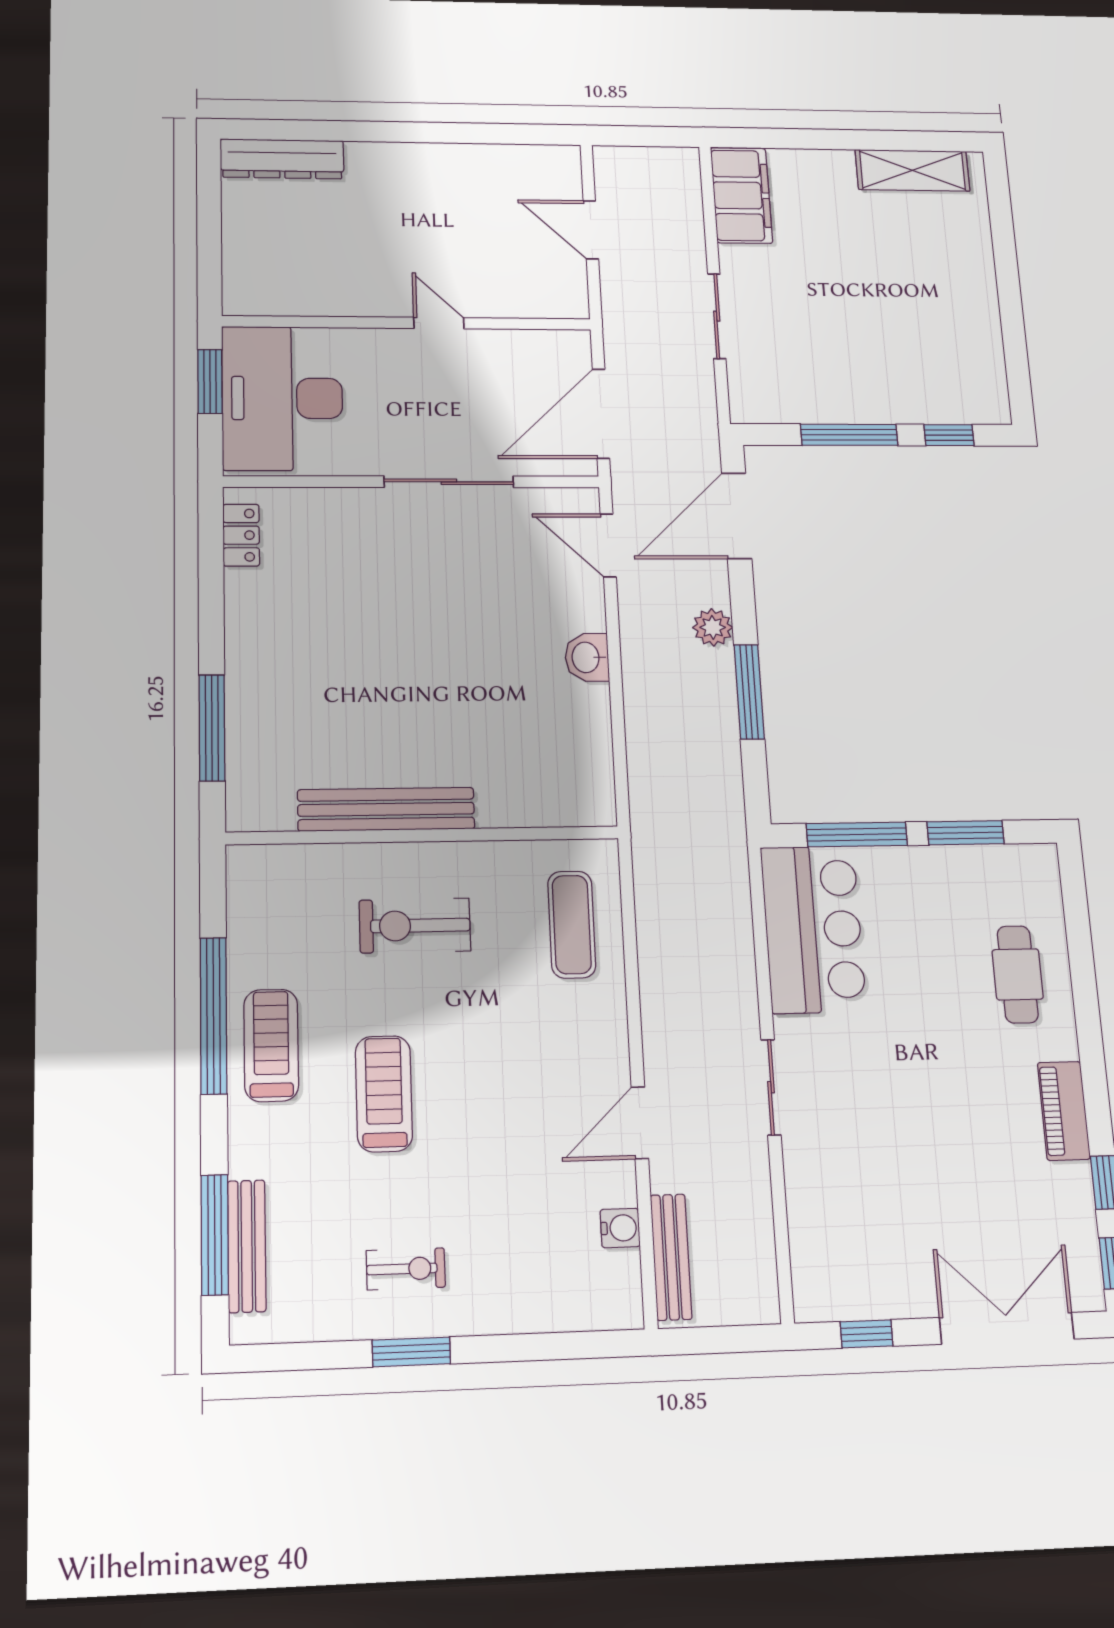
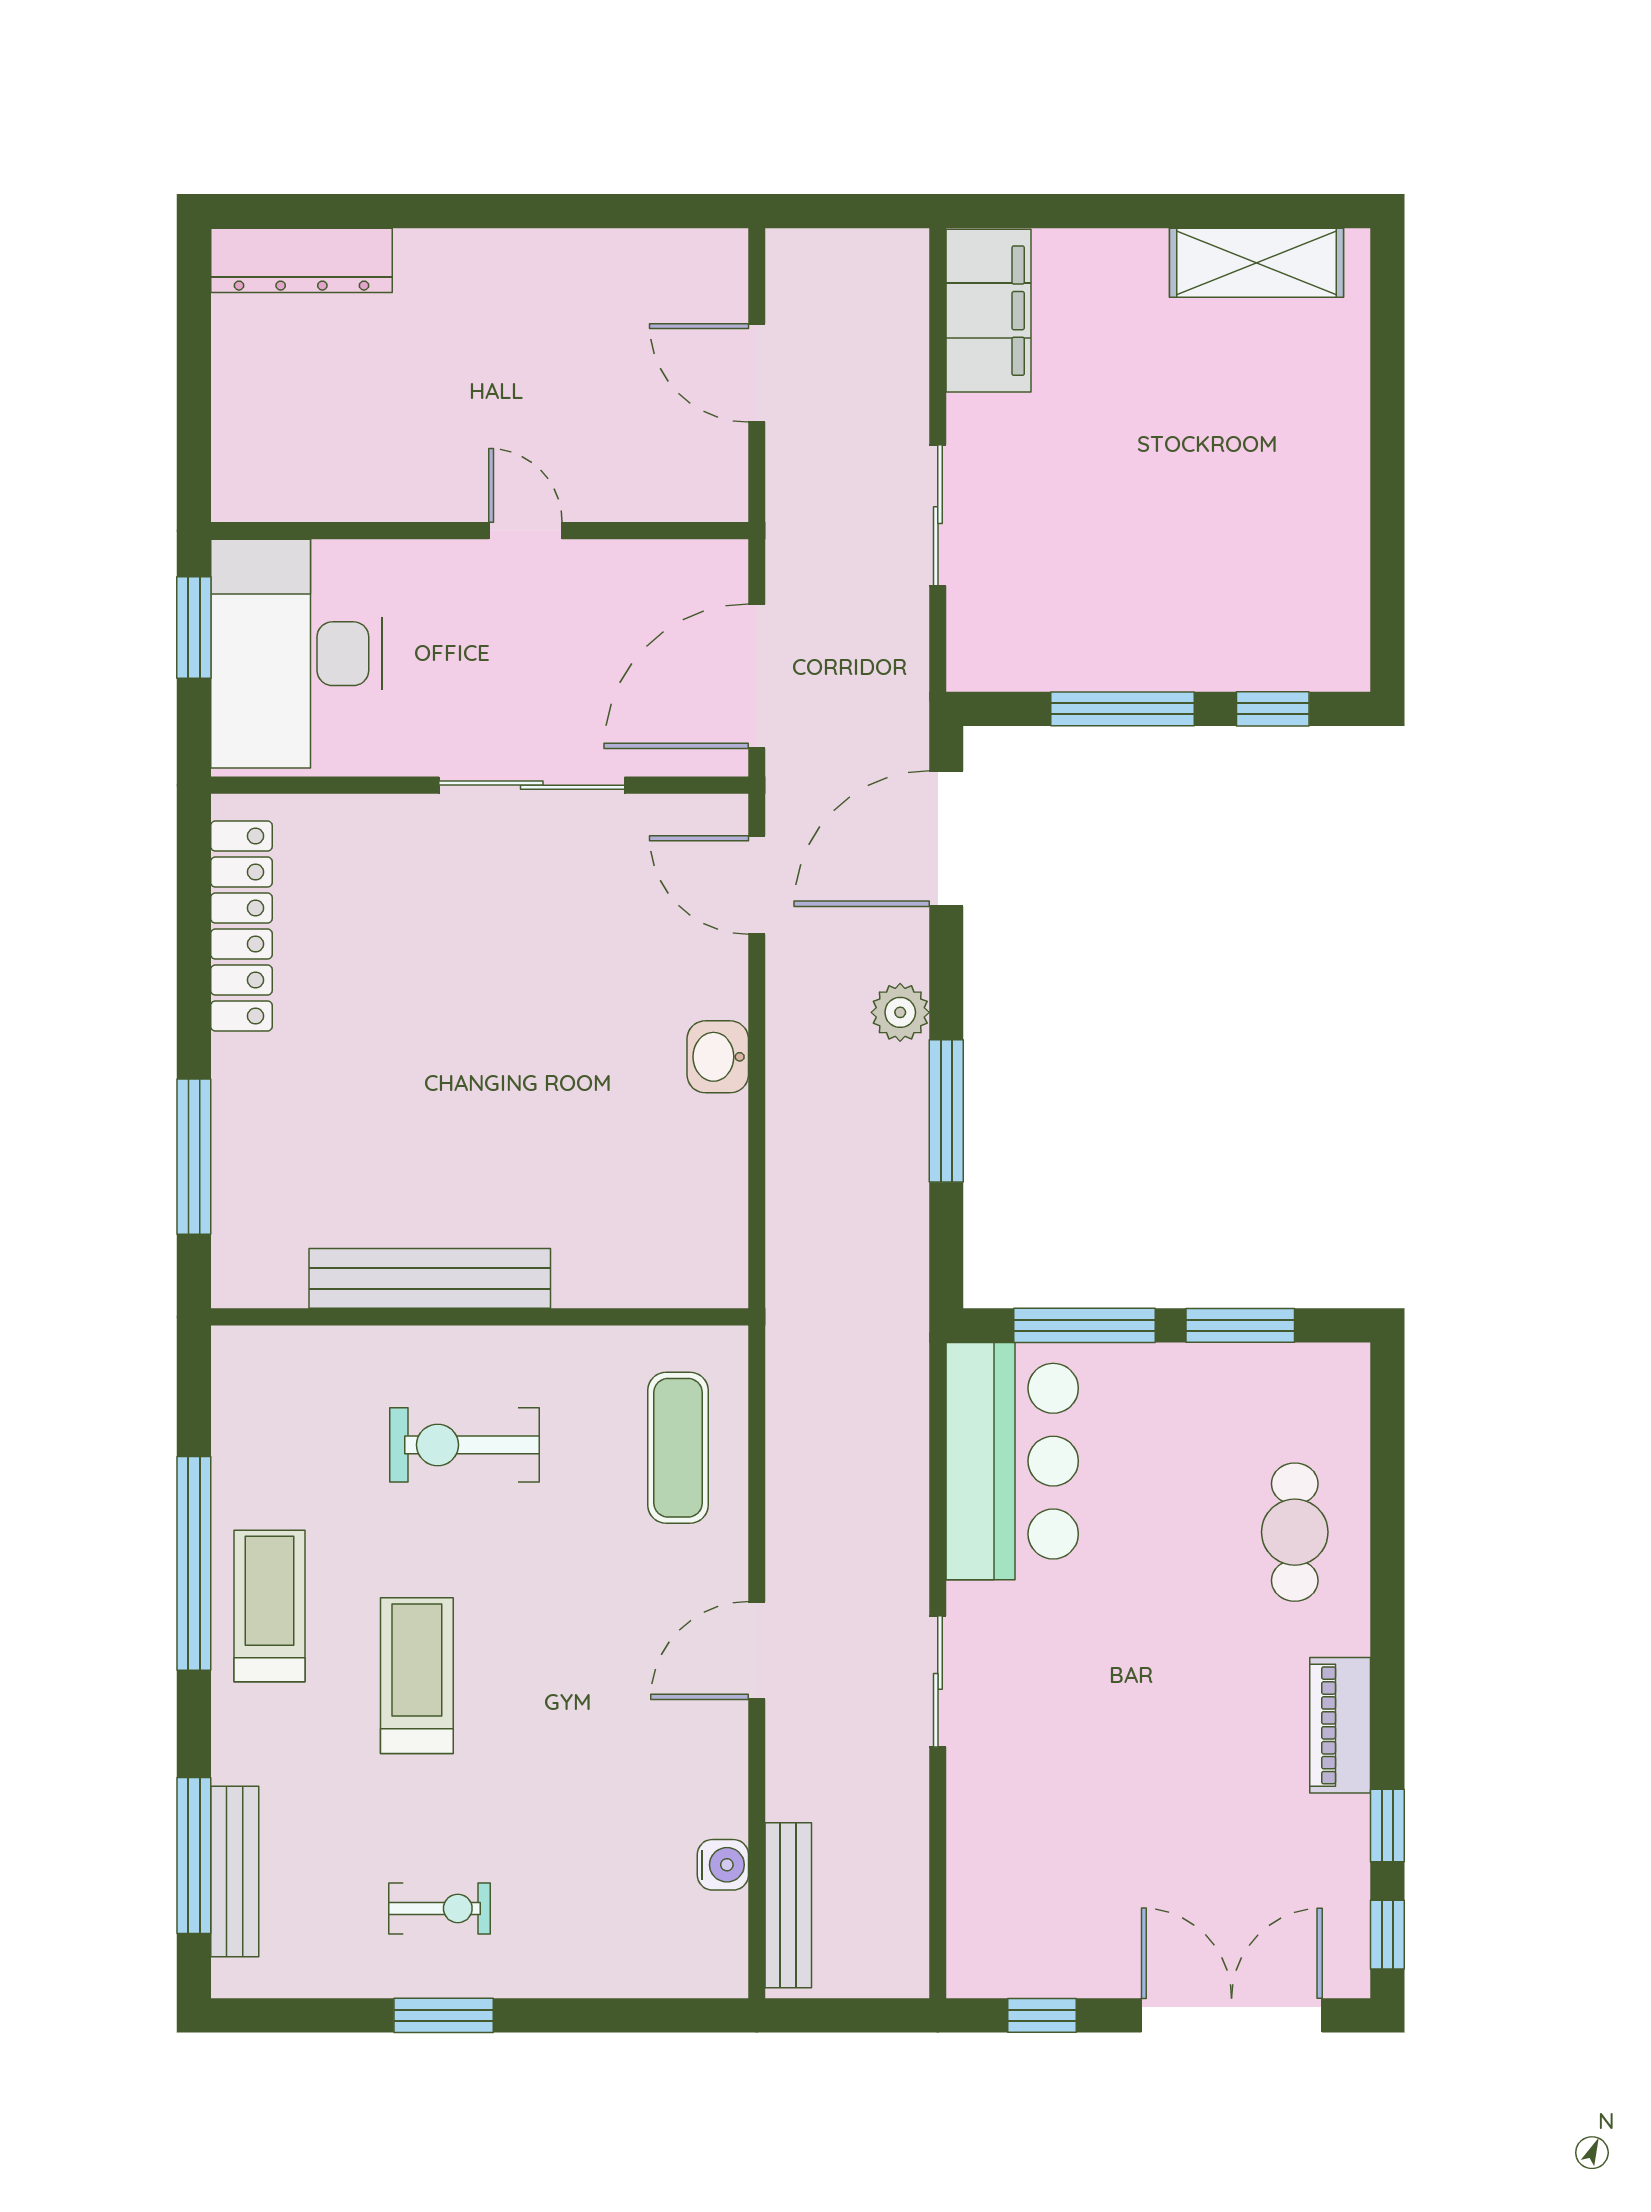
locker: (241, 535) -> (241, 926), width x2.16, depth x1.21
door: (640, 1123) -> (757, 1650), moved

